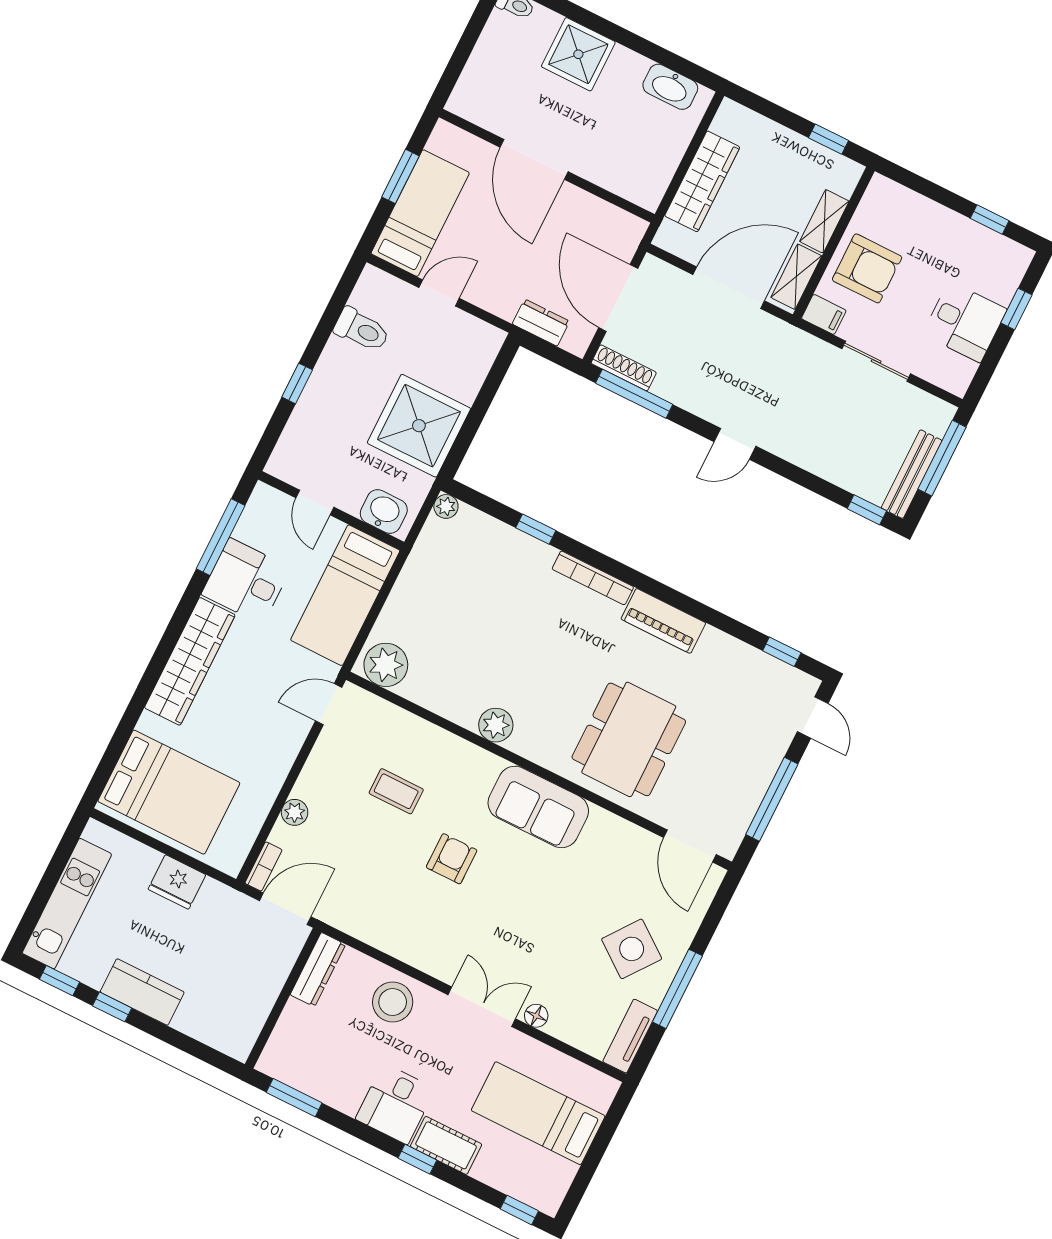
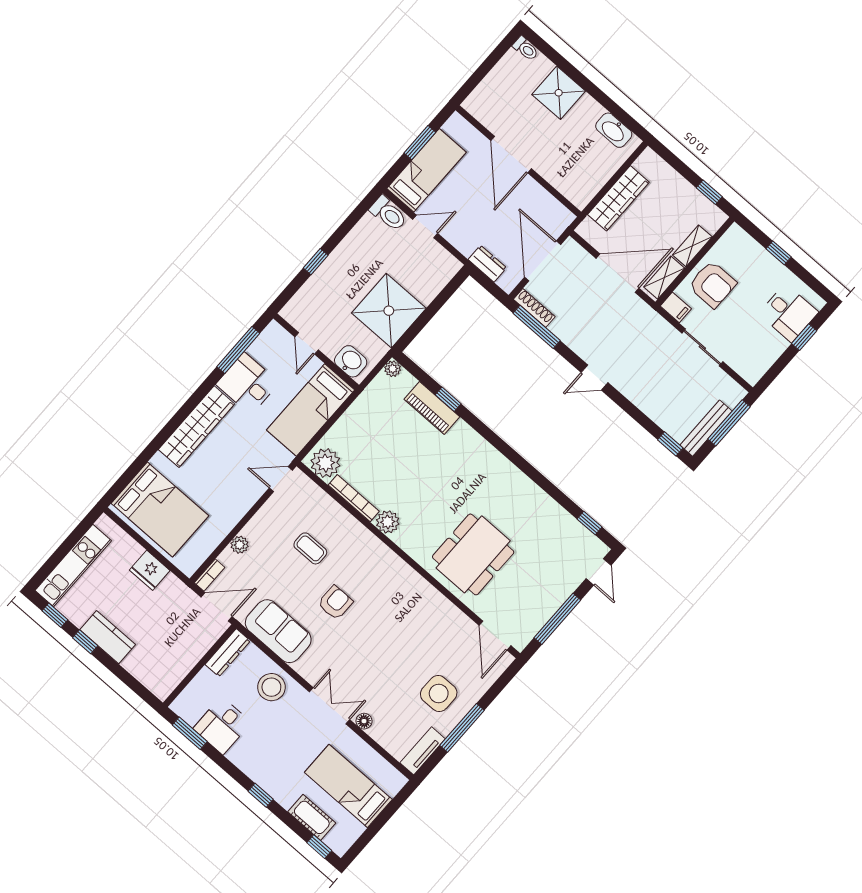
window: (990, 219) -> (779, 253), moved
desk: (965, 322) -> (788, 313), moved
toilet: (362, 330) -> (388, 214), moved
bookcase: (593, 578) -> (354, 498), moved, turned 180
piano: (663, 621) -> (432, 408), moved
sofa: (538, 807) -> (278, 631), moved, turned 180
side table: (632, 949) -> (439, 693), turned -37
desk: (395, 1104) -> (222, 726), moved
cot: (446, 1145) -> (312, 817), moved

